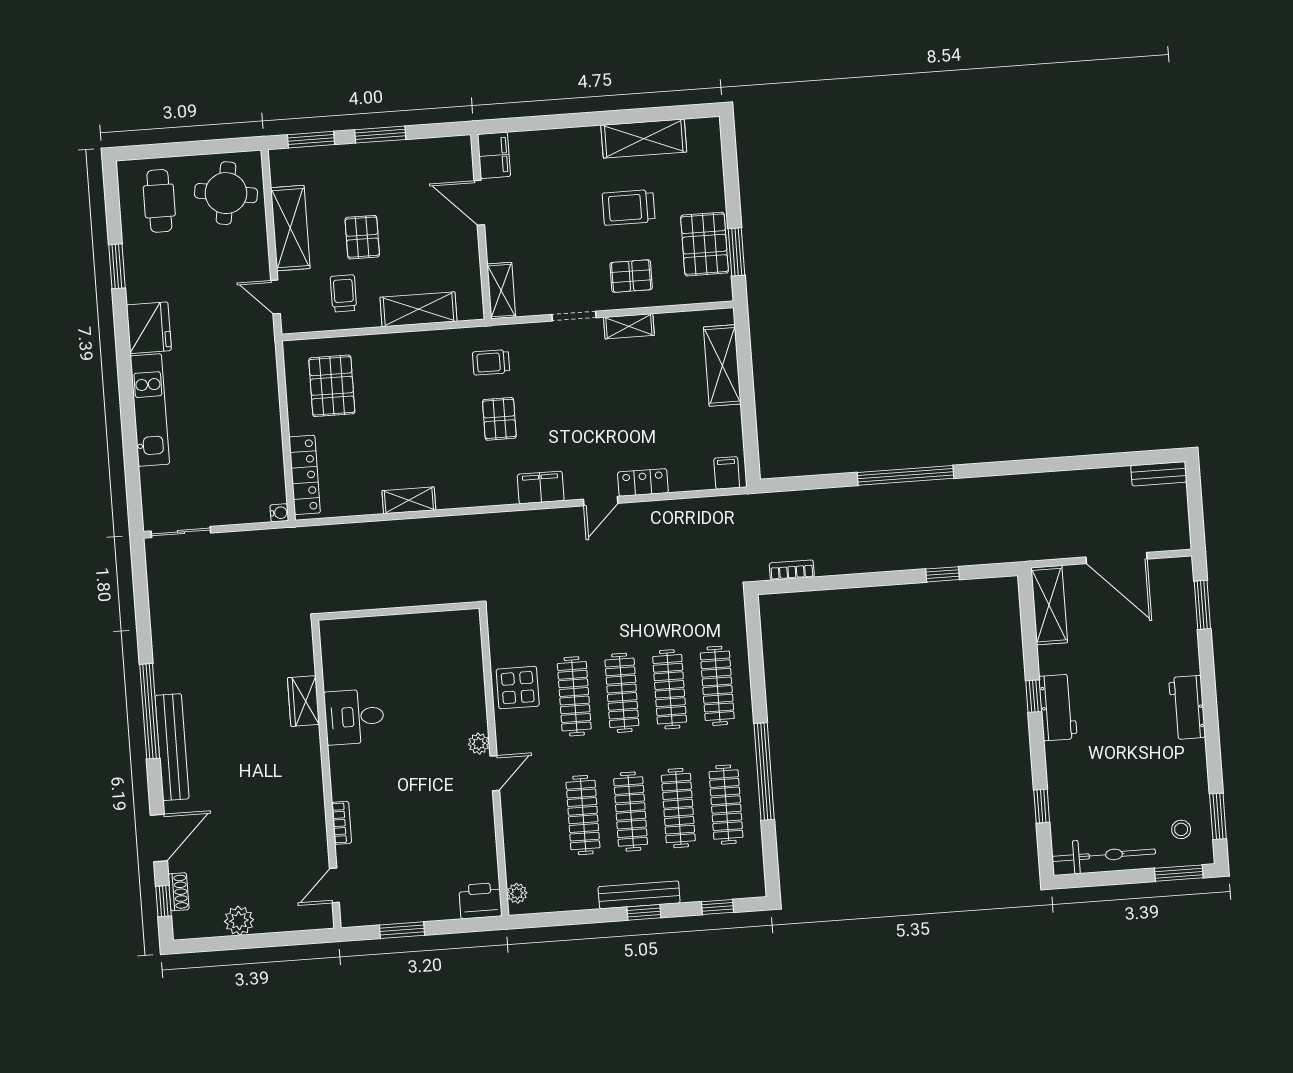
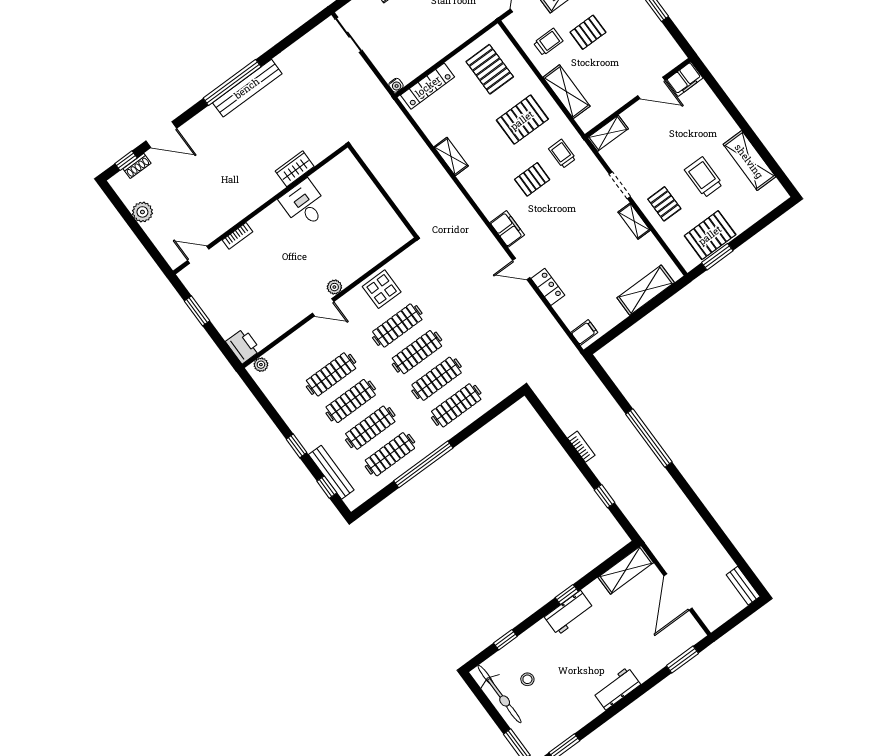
door: (479, 203) -> (651, 88), swing flipped
pallet: (419, 385) -> (522, 120), added
pallet: (332, 386) -> (490, 69), turned 90
bookcase: (792, 570) -> (581, 447), moved
bench: (172, 747) -> (247, 88), moved
stool: (1181, 829) -> (527, 679), moved
bench: (639, 895) -> (331, 472), moved

